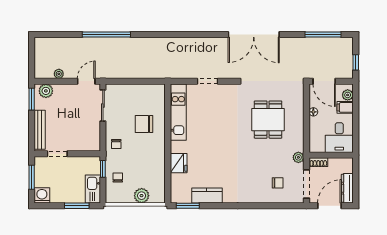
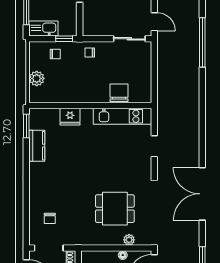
chair: (144, 124) -> (119, 93), moved
plant: (298, 157) -> (129, 240), moved

